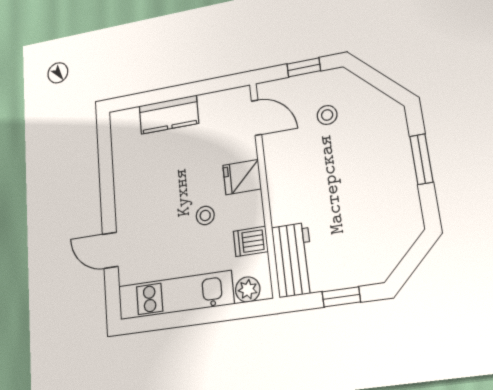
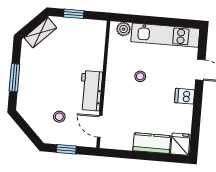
fridge: (242, 177) -> (180, 144), moved, turned -90
dishwasher: (251, 241) -> (185, 96), moved, turned 180
shelving: (394, 249) -> (40, 33), added
workbench: (293, 260) -> (91, 91), moved

